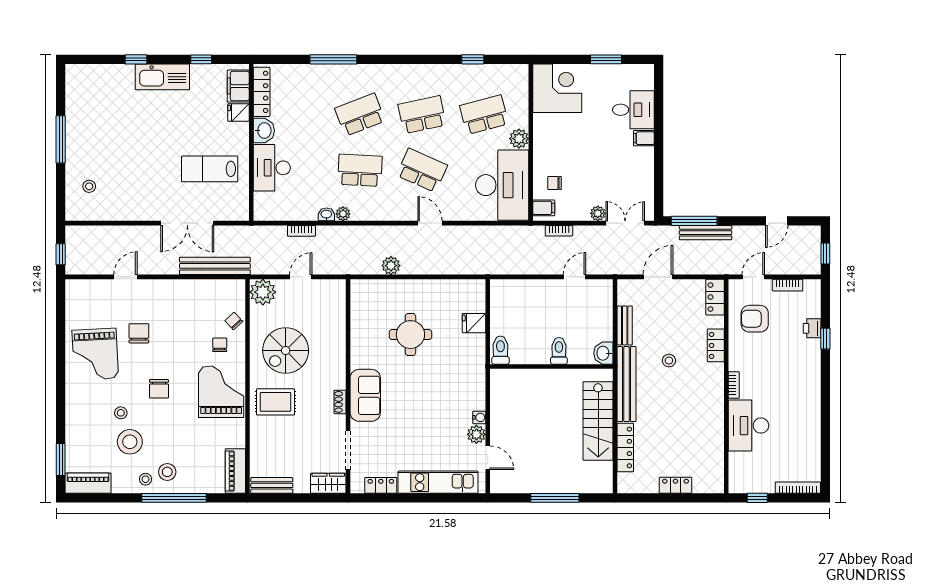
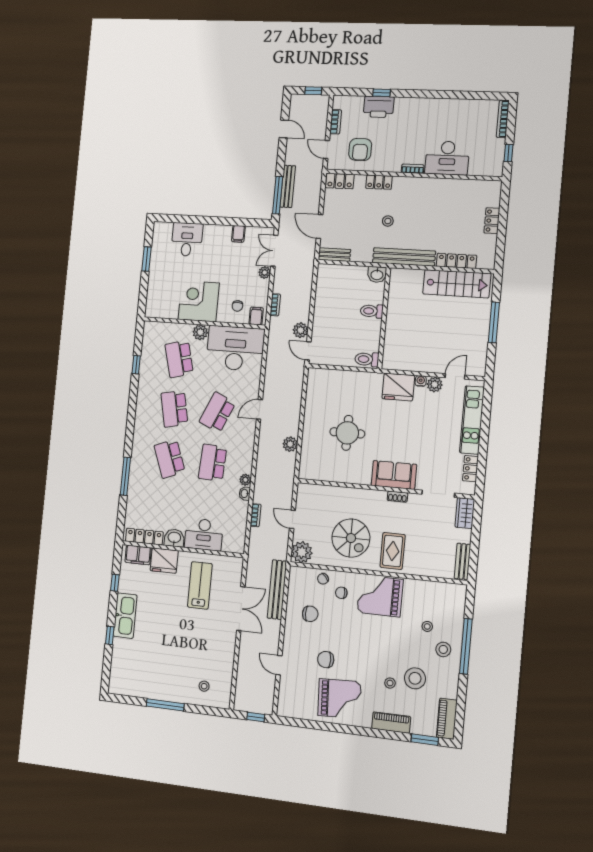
corner desk: (557, 88) -> (199, 301), moved
fridge: (238, 113) -> (164, 561), width x1.88, depth x1.34
filing cabinet: (644, 138) -> (238, 234), moved
lab bench: (210, 169) -> (200, 585), turned 180
plant: (530, 265) -> (301, 330), added
door: (574, 277) -> (308, 351), moved
fridge: (474, 323) -> (398, 387), moved, width x1.88, depth x1.34
bench: (625, 325) -> (334, 255), moved
printer: (812, 328) -> (379, 107), width x1.87, depth x1.48
chair: (159, 389) -> (310, 614), moved
stairs: (598, 421) -> (457, 284), moved
piano: (235, 471) -> (391, 723), moved, turned 180
stool: (146, 479) -> (427, 626), moved

